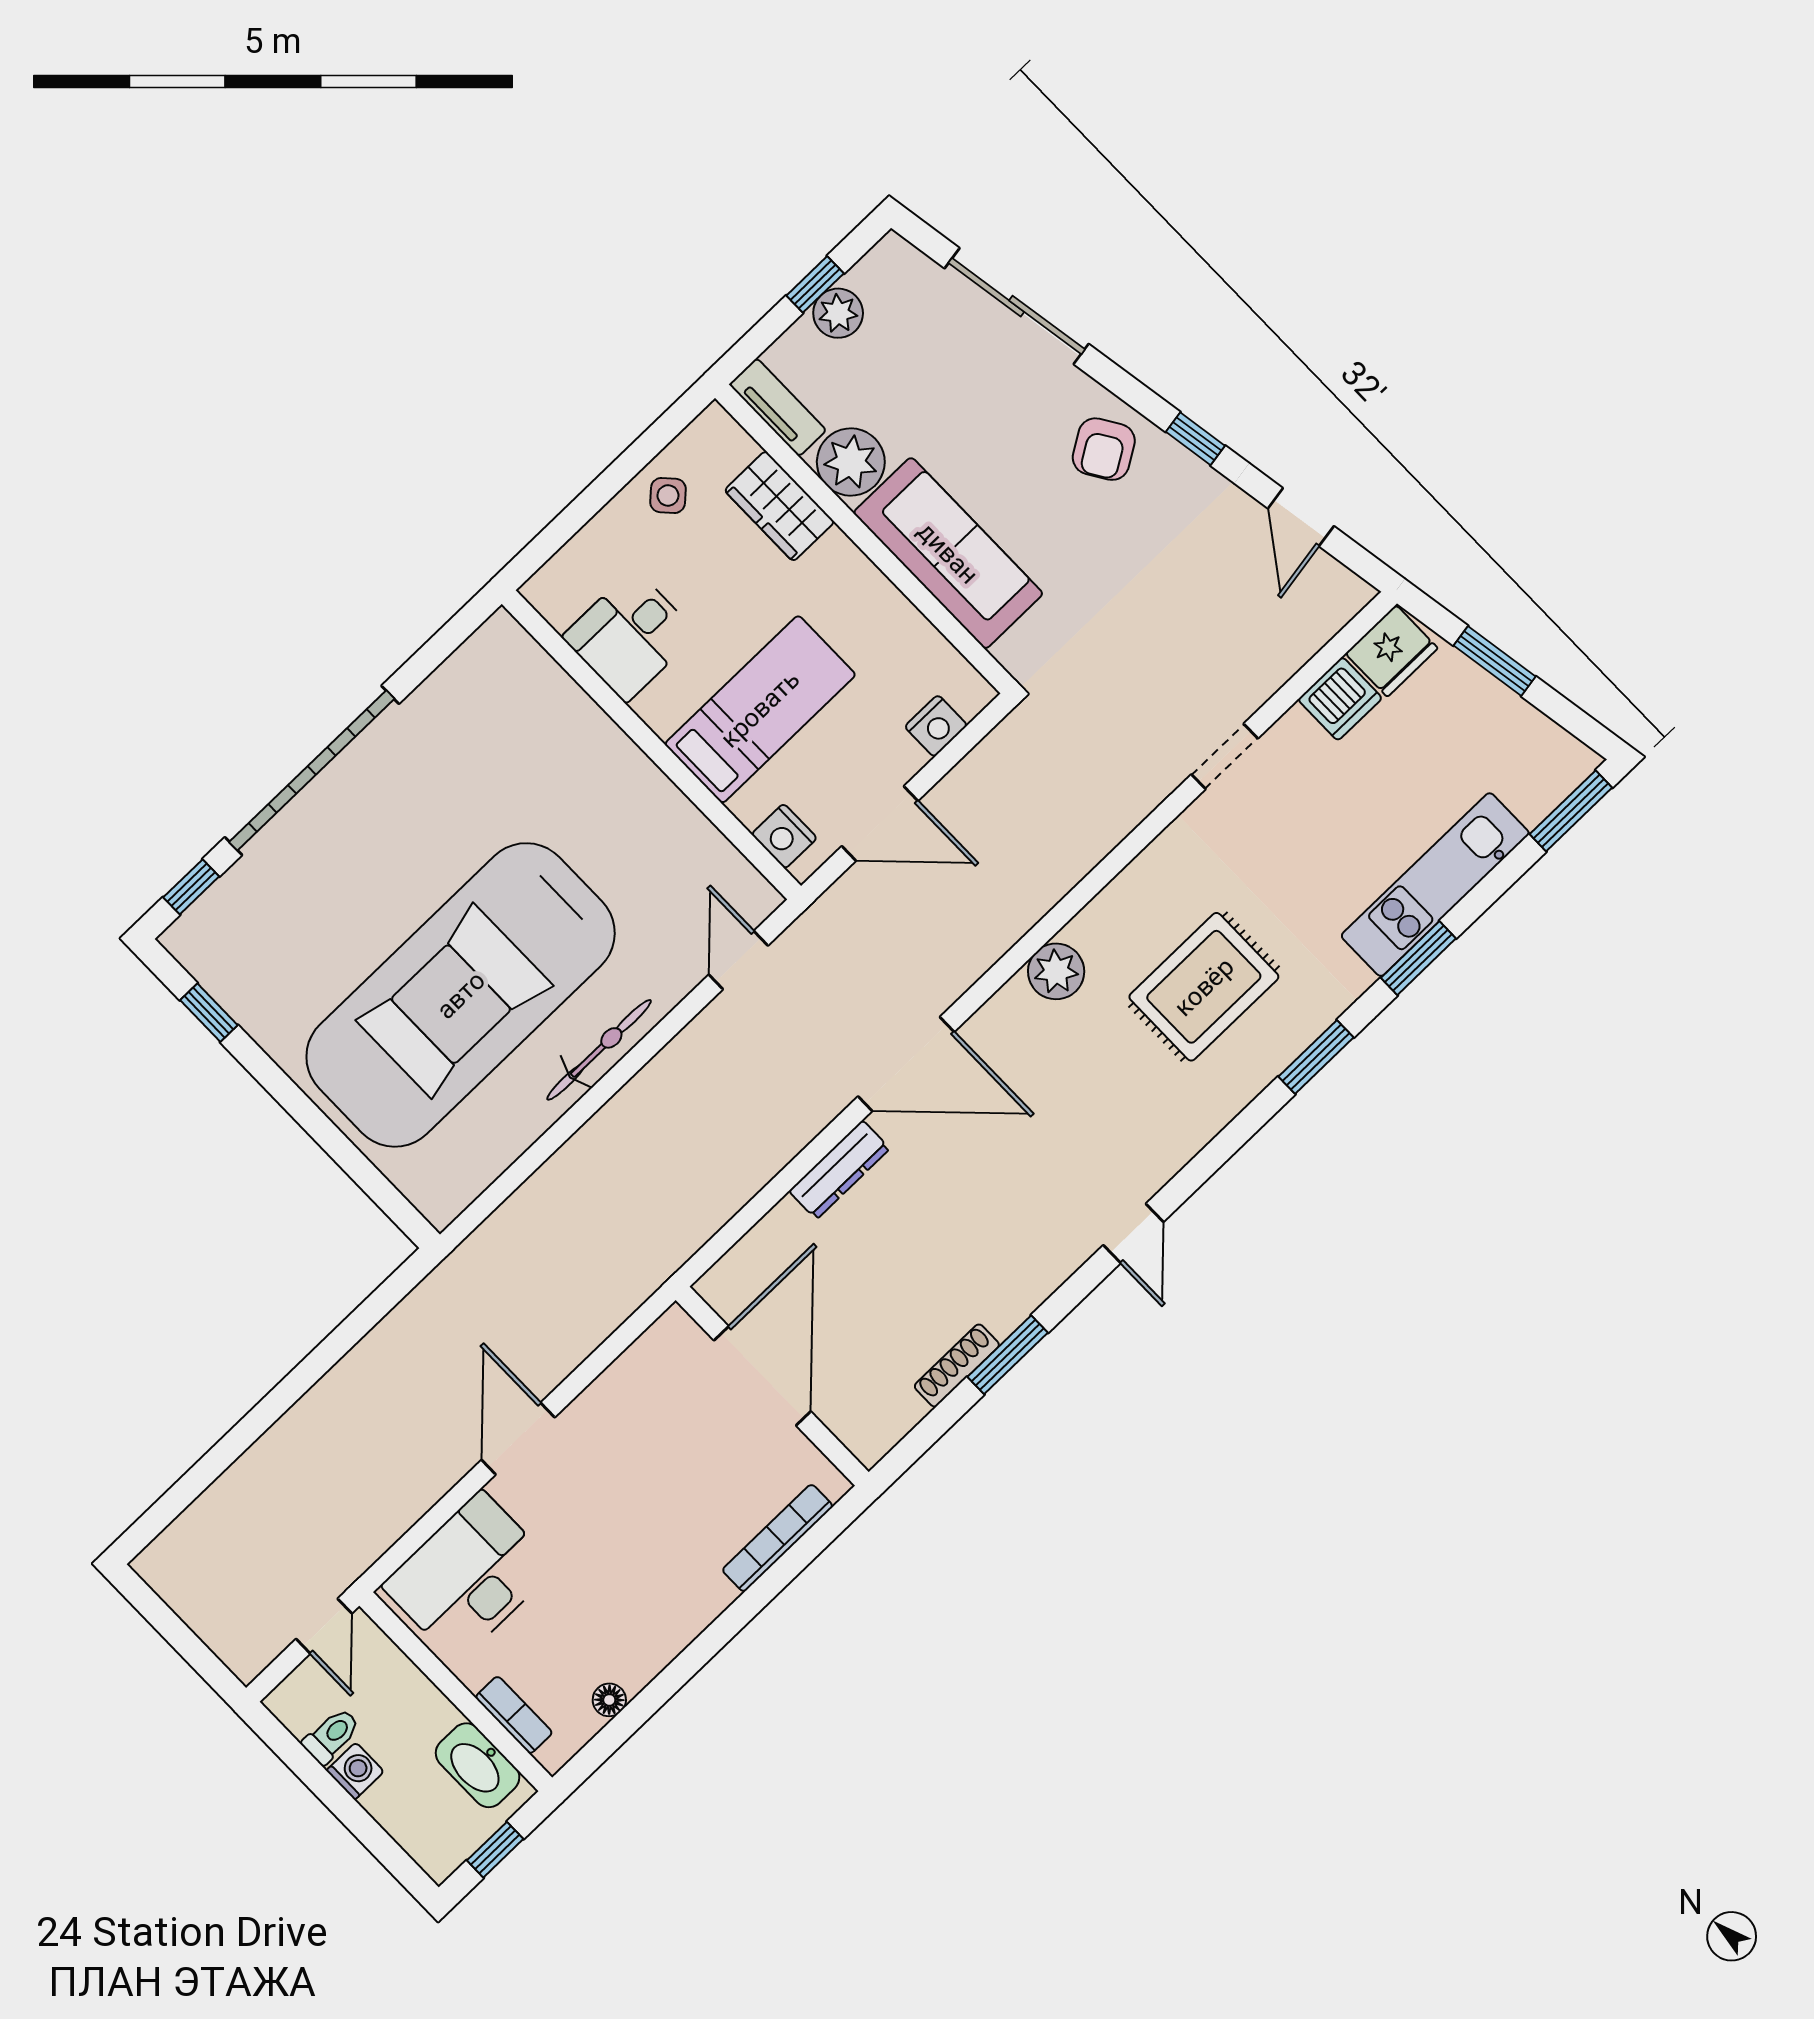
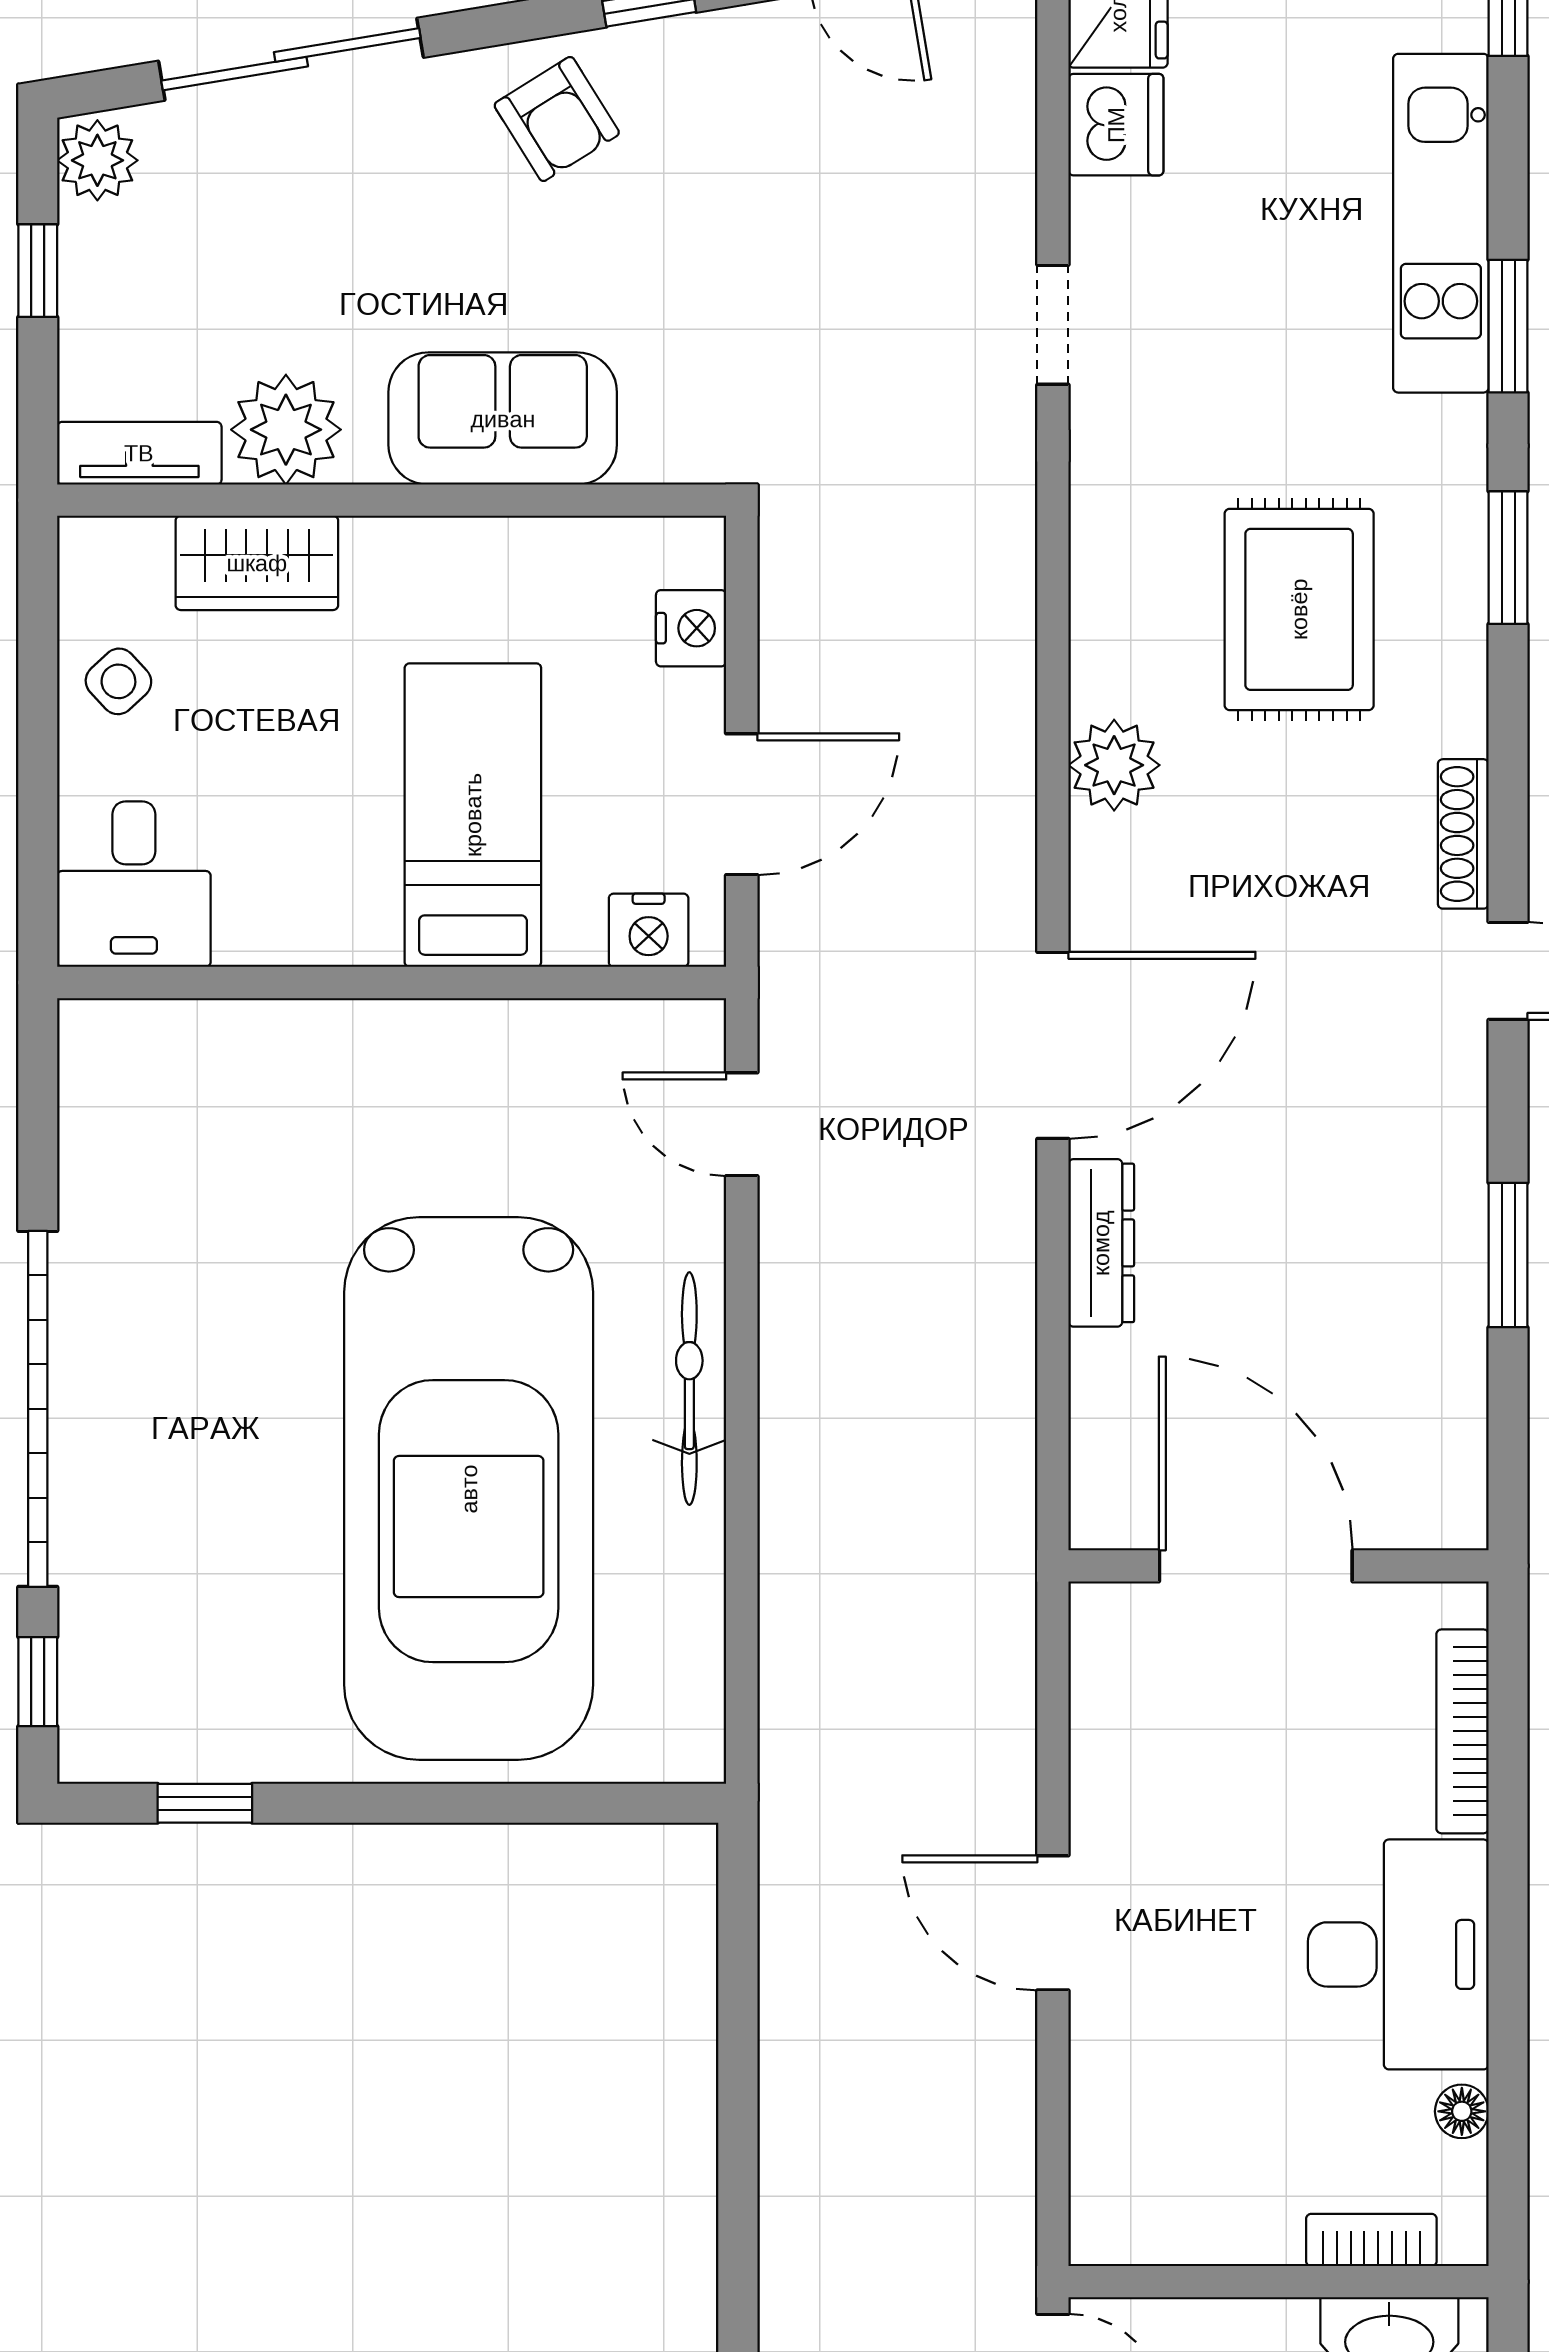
plant: (838, 313) -> (97, 160), moved
sofa: (948, 553) -> (503, 419), width x0.73
desk: (630, 635) -> (134, 884), moved
shoe rack: (957, 1366) -> (1463, 834), moved
desk: (469, 1576) -> (1398, 1954), moved, turned 180

